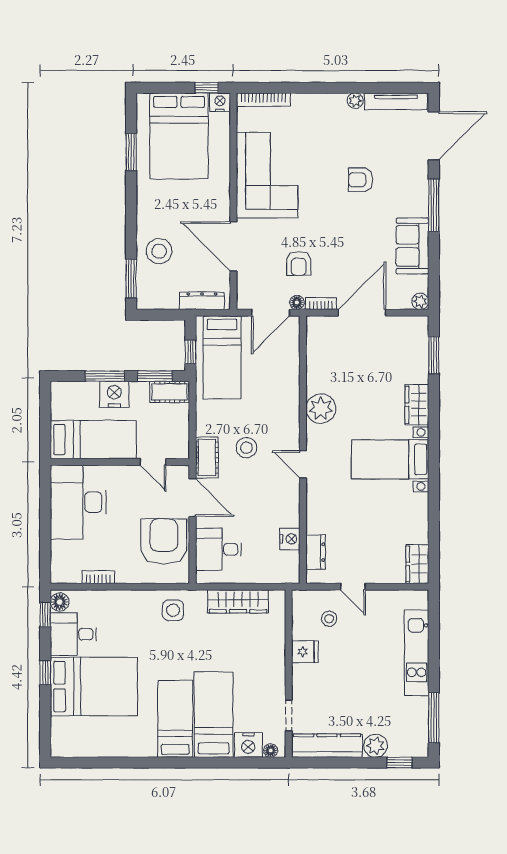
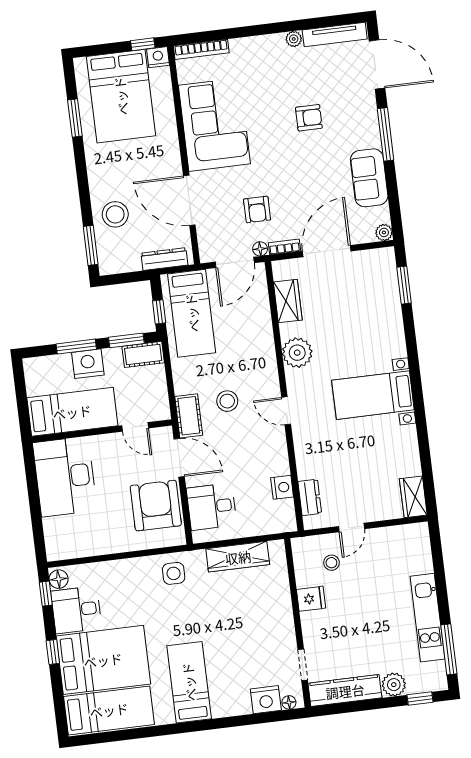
door: (434, 136) -> (377, 64), hinge flipped
armchair: (361, 180) -> (309, 118), turned 180
wardrobe: (417, 405) -> (288, 301), moved, turned 180
bookcase: (98, 577) -> (94, 549), removed
door: (353, 587) -> (351, 528), hinge flipped
kitchen unit: (417, 653) -> (427, 618), moved
bed: (214, 715) -> (109, 710), moved, turned 90

